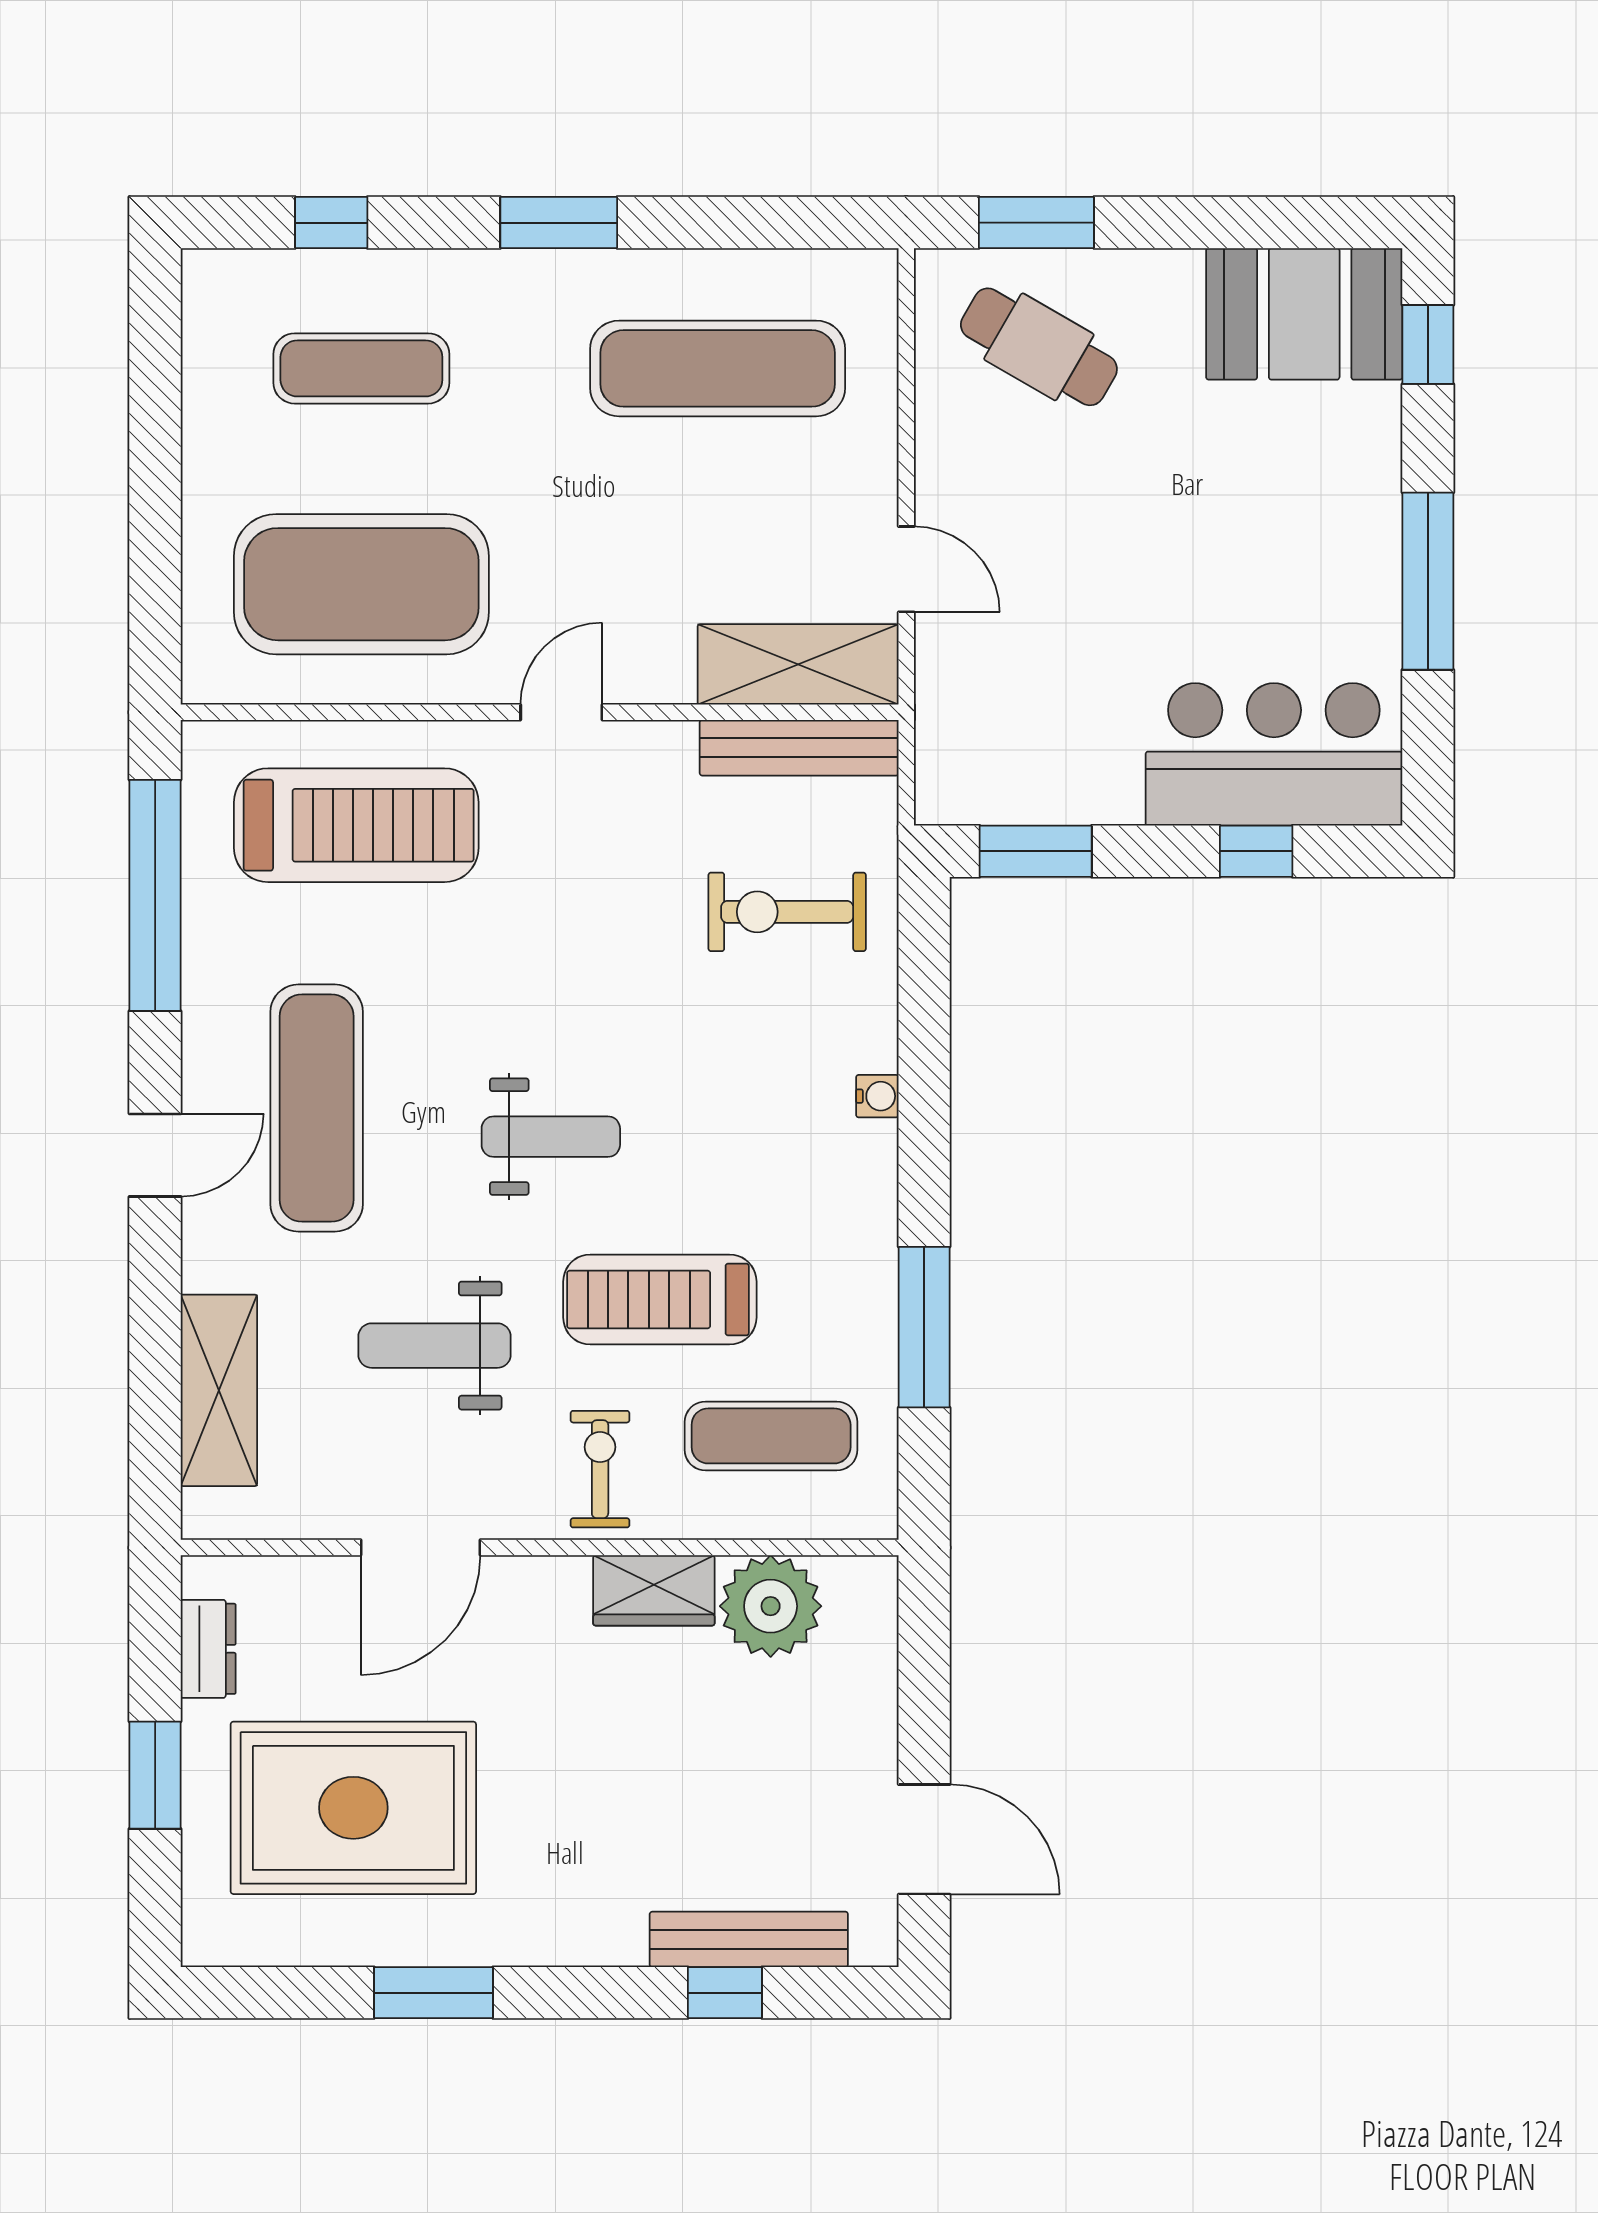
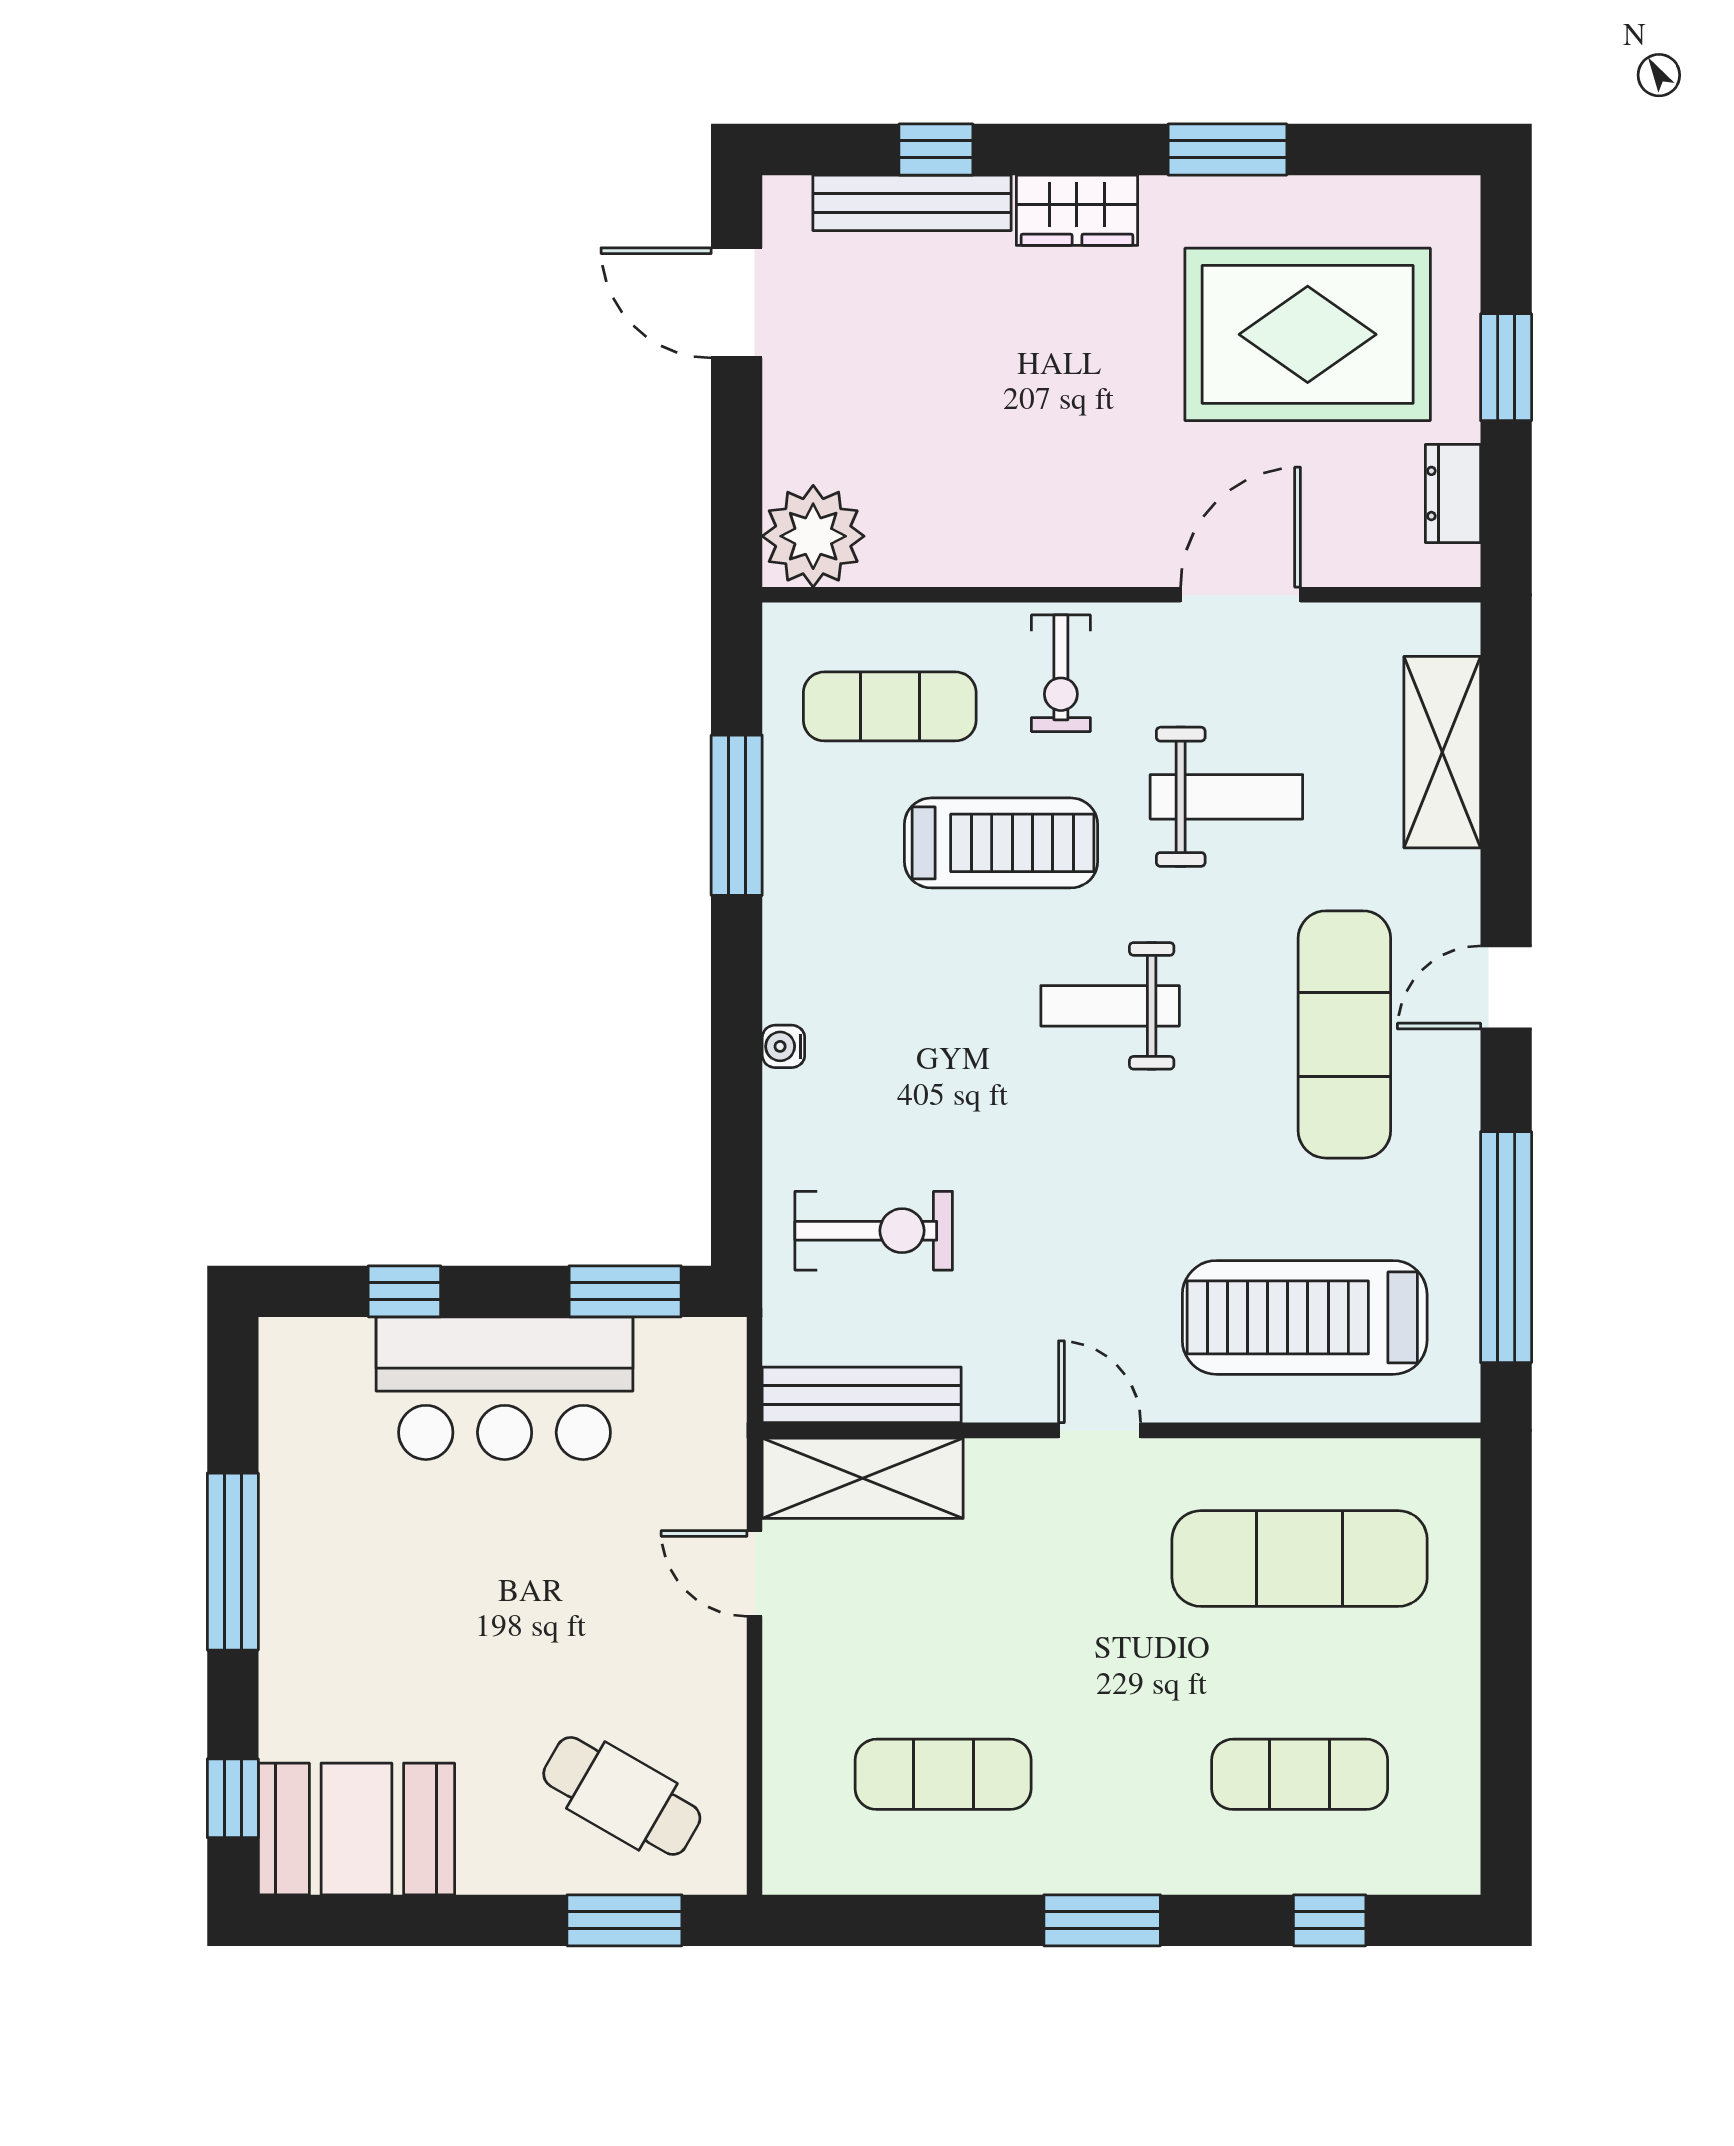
exercise mat: (718, 368) -> (943, 1774), width x0.73, depth x0.69
exercise mat: (361, 584) -> (1300, 1559), width x0.68
door: (561, 712) -> (1100, 1430), swing flipped
bar counter: (1274, 754) -> (505, 1388), moved
wardrobe: (654, 1590) -> (1077, 210), moved, turned 180
plant: (771, 1606) -> (813, 536), moved

